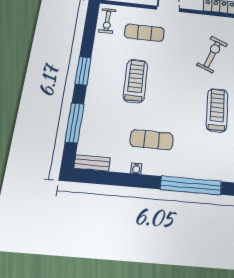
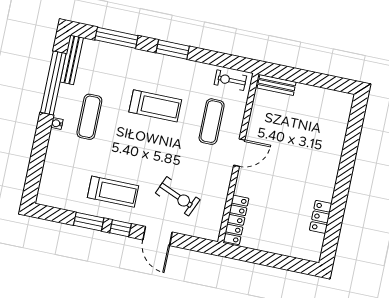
bench: (92, 163) -> (72, 60), width x1.36
water cooler: (136, 168) -> (57, 123), moved
window: (191, 185) -> (53, 83), moved

